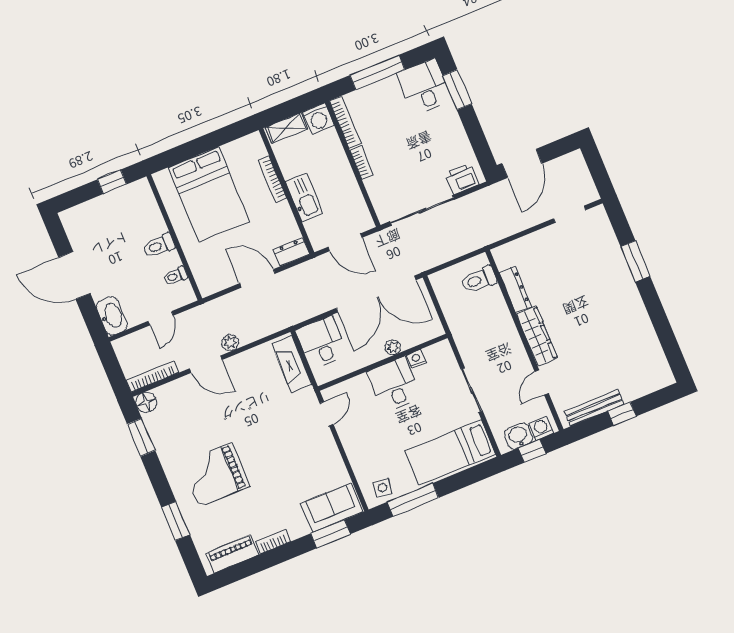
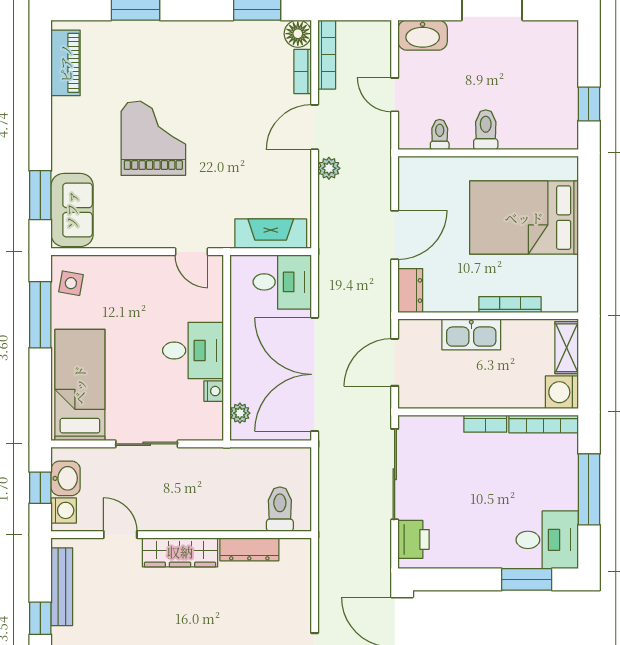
plant: (393, 347) -> (240, 413), moved
grand piano: (215, 475) -> (153, 138), moved
bookcase: (273, 542) -> (303, 71), moved, turned 180

